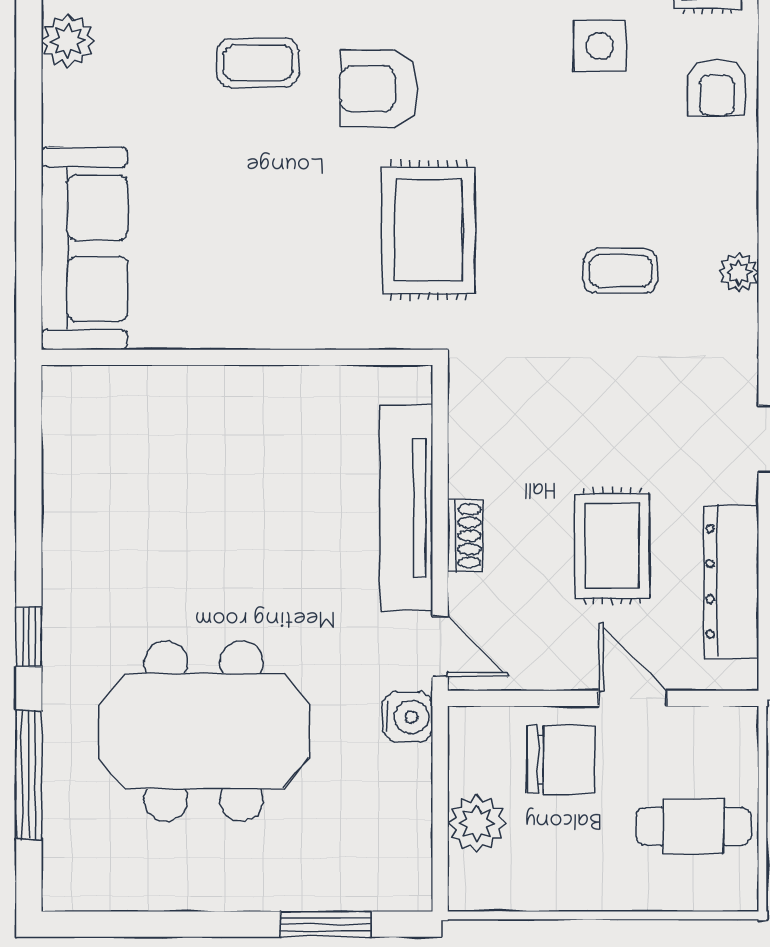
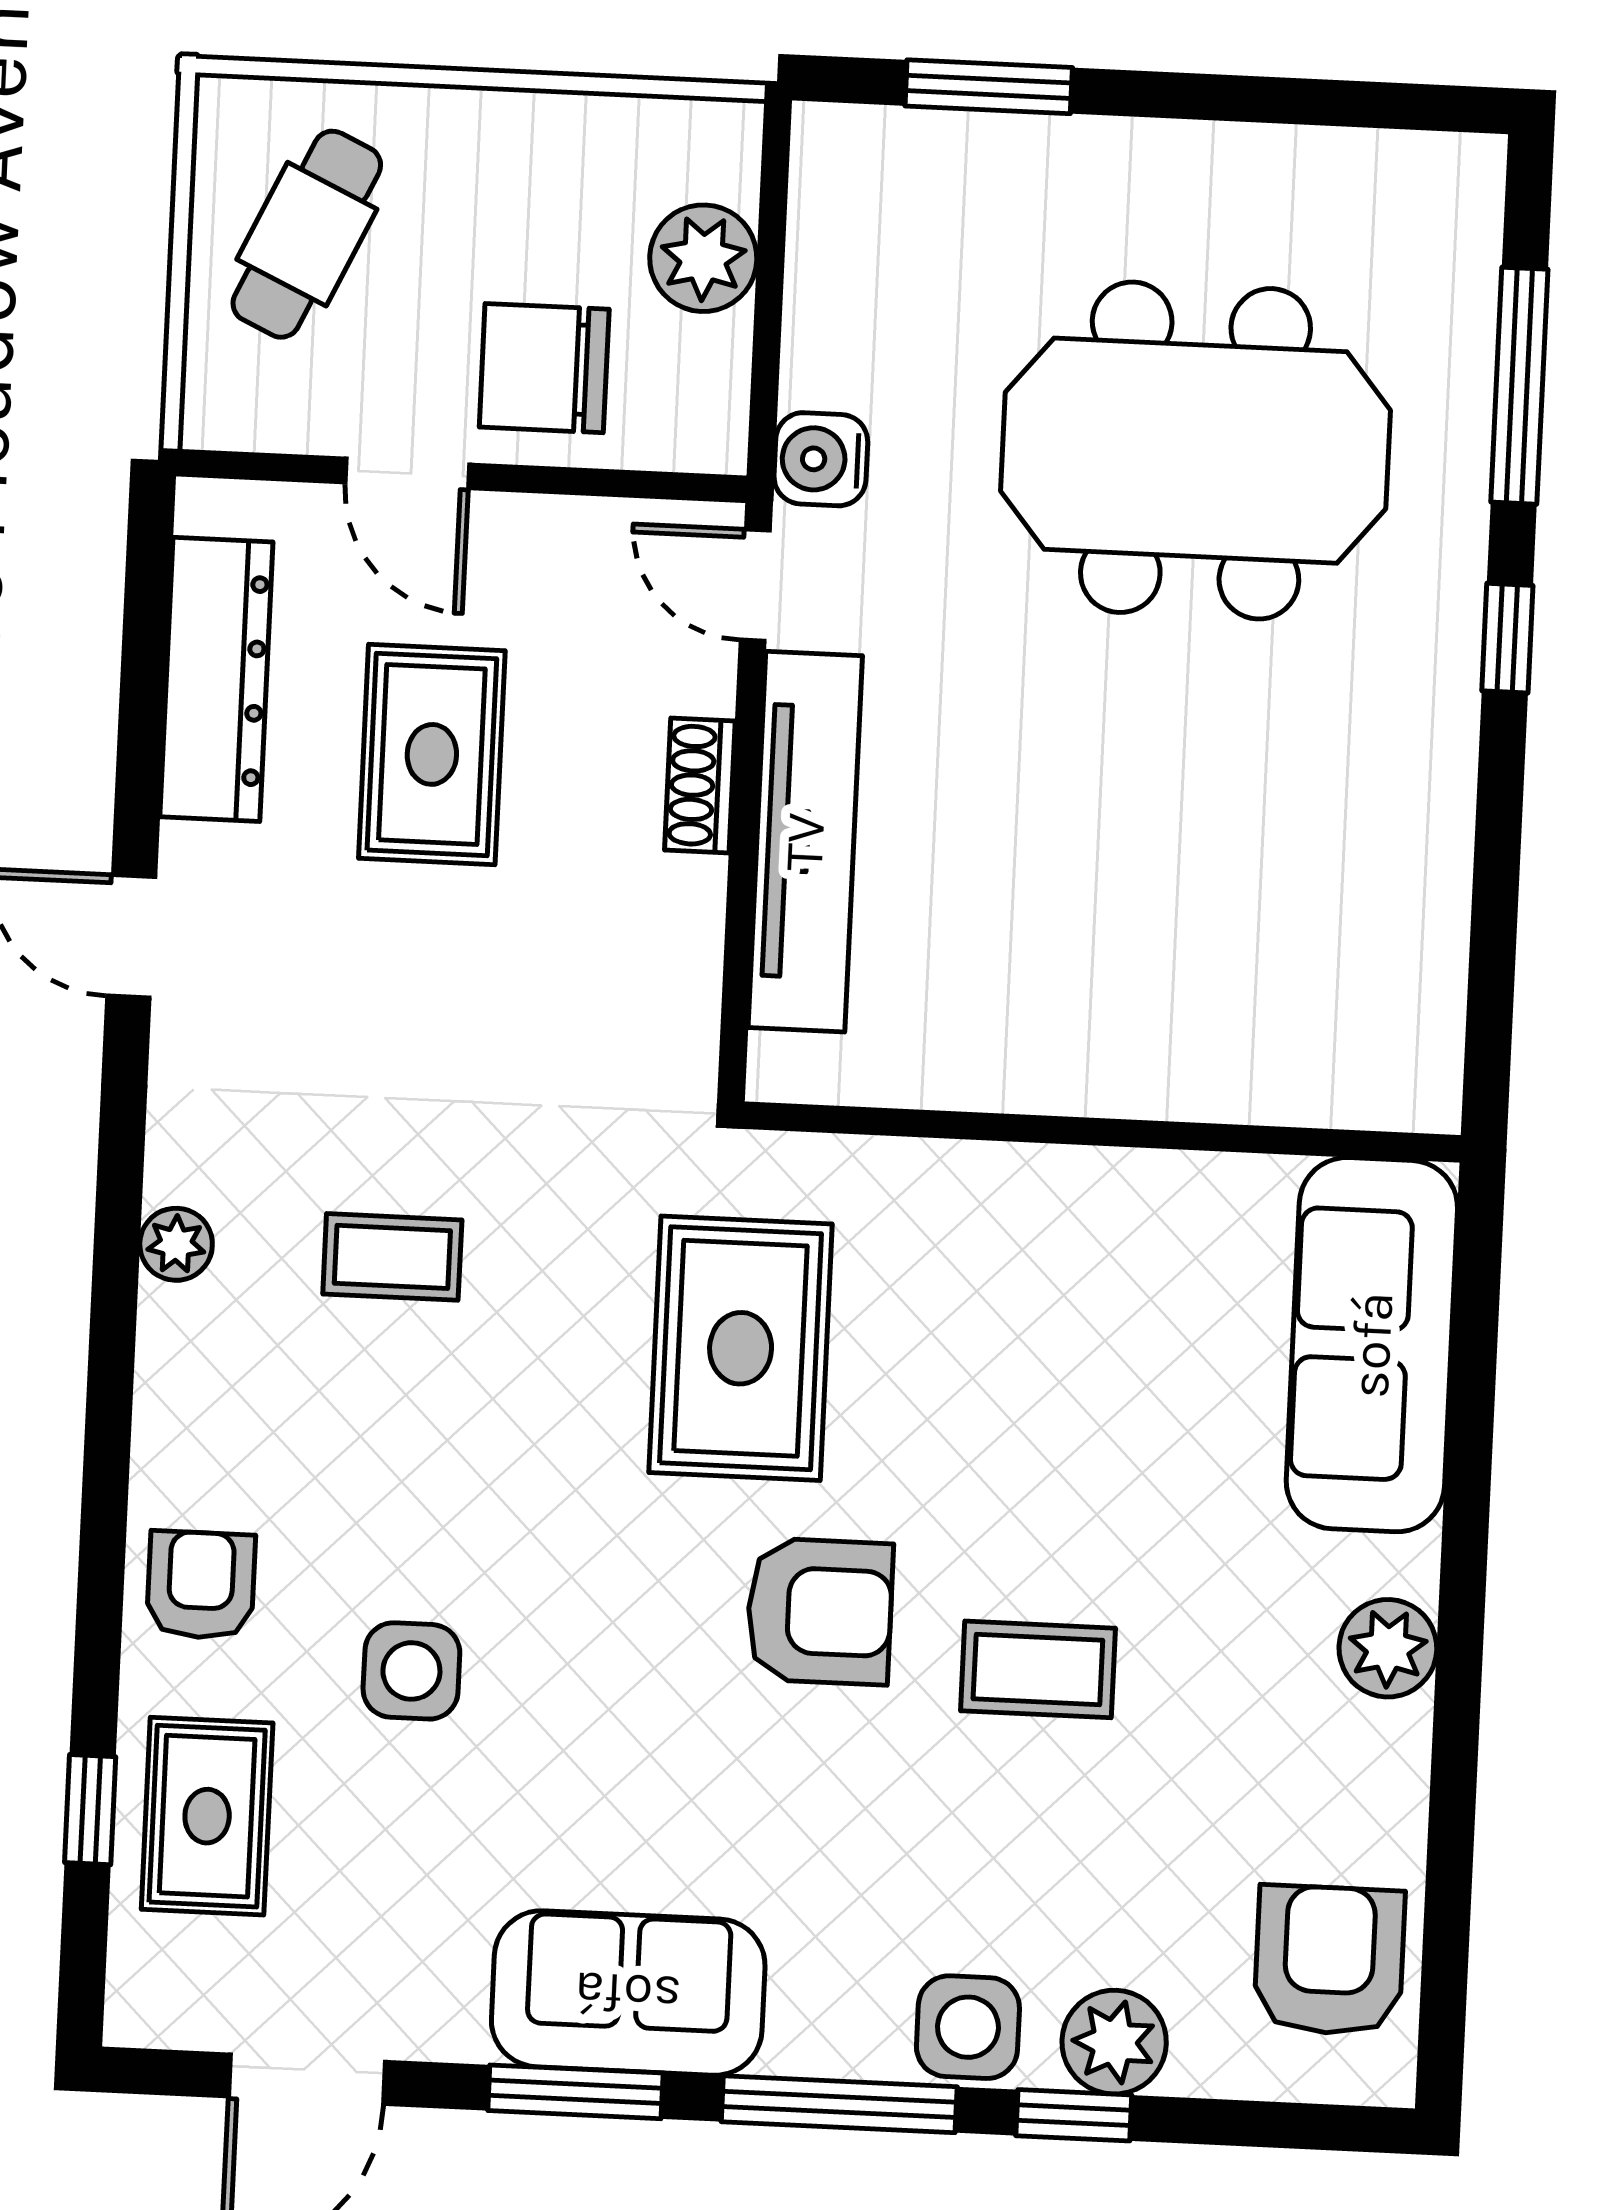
plant: (68, 41) -> (1388, 1648), moved
cafe table: (694, 826) -> (307, 234), turned -65

